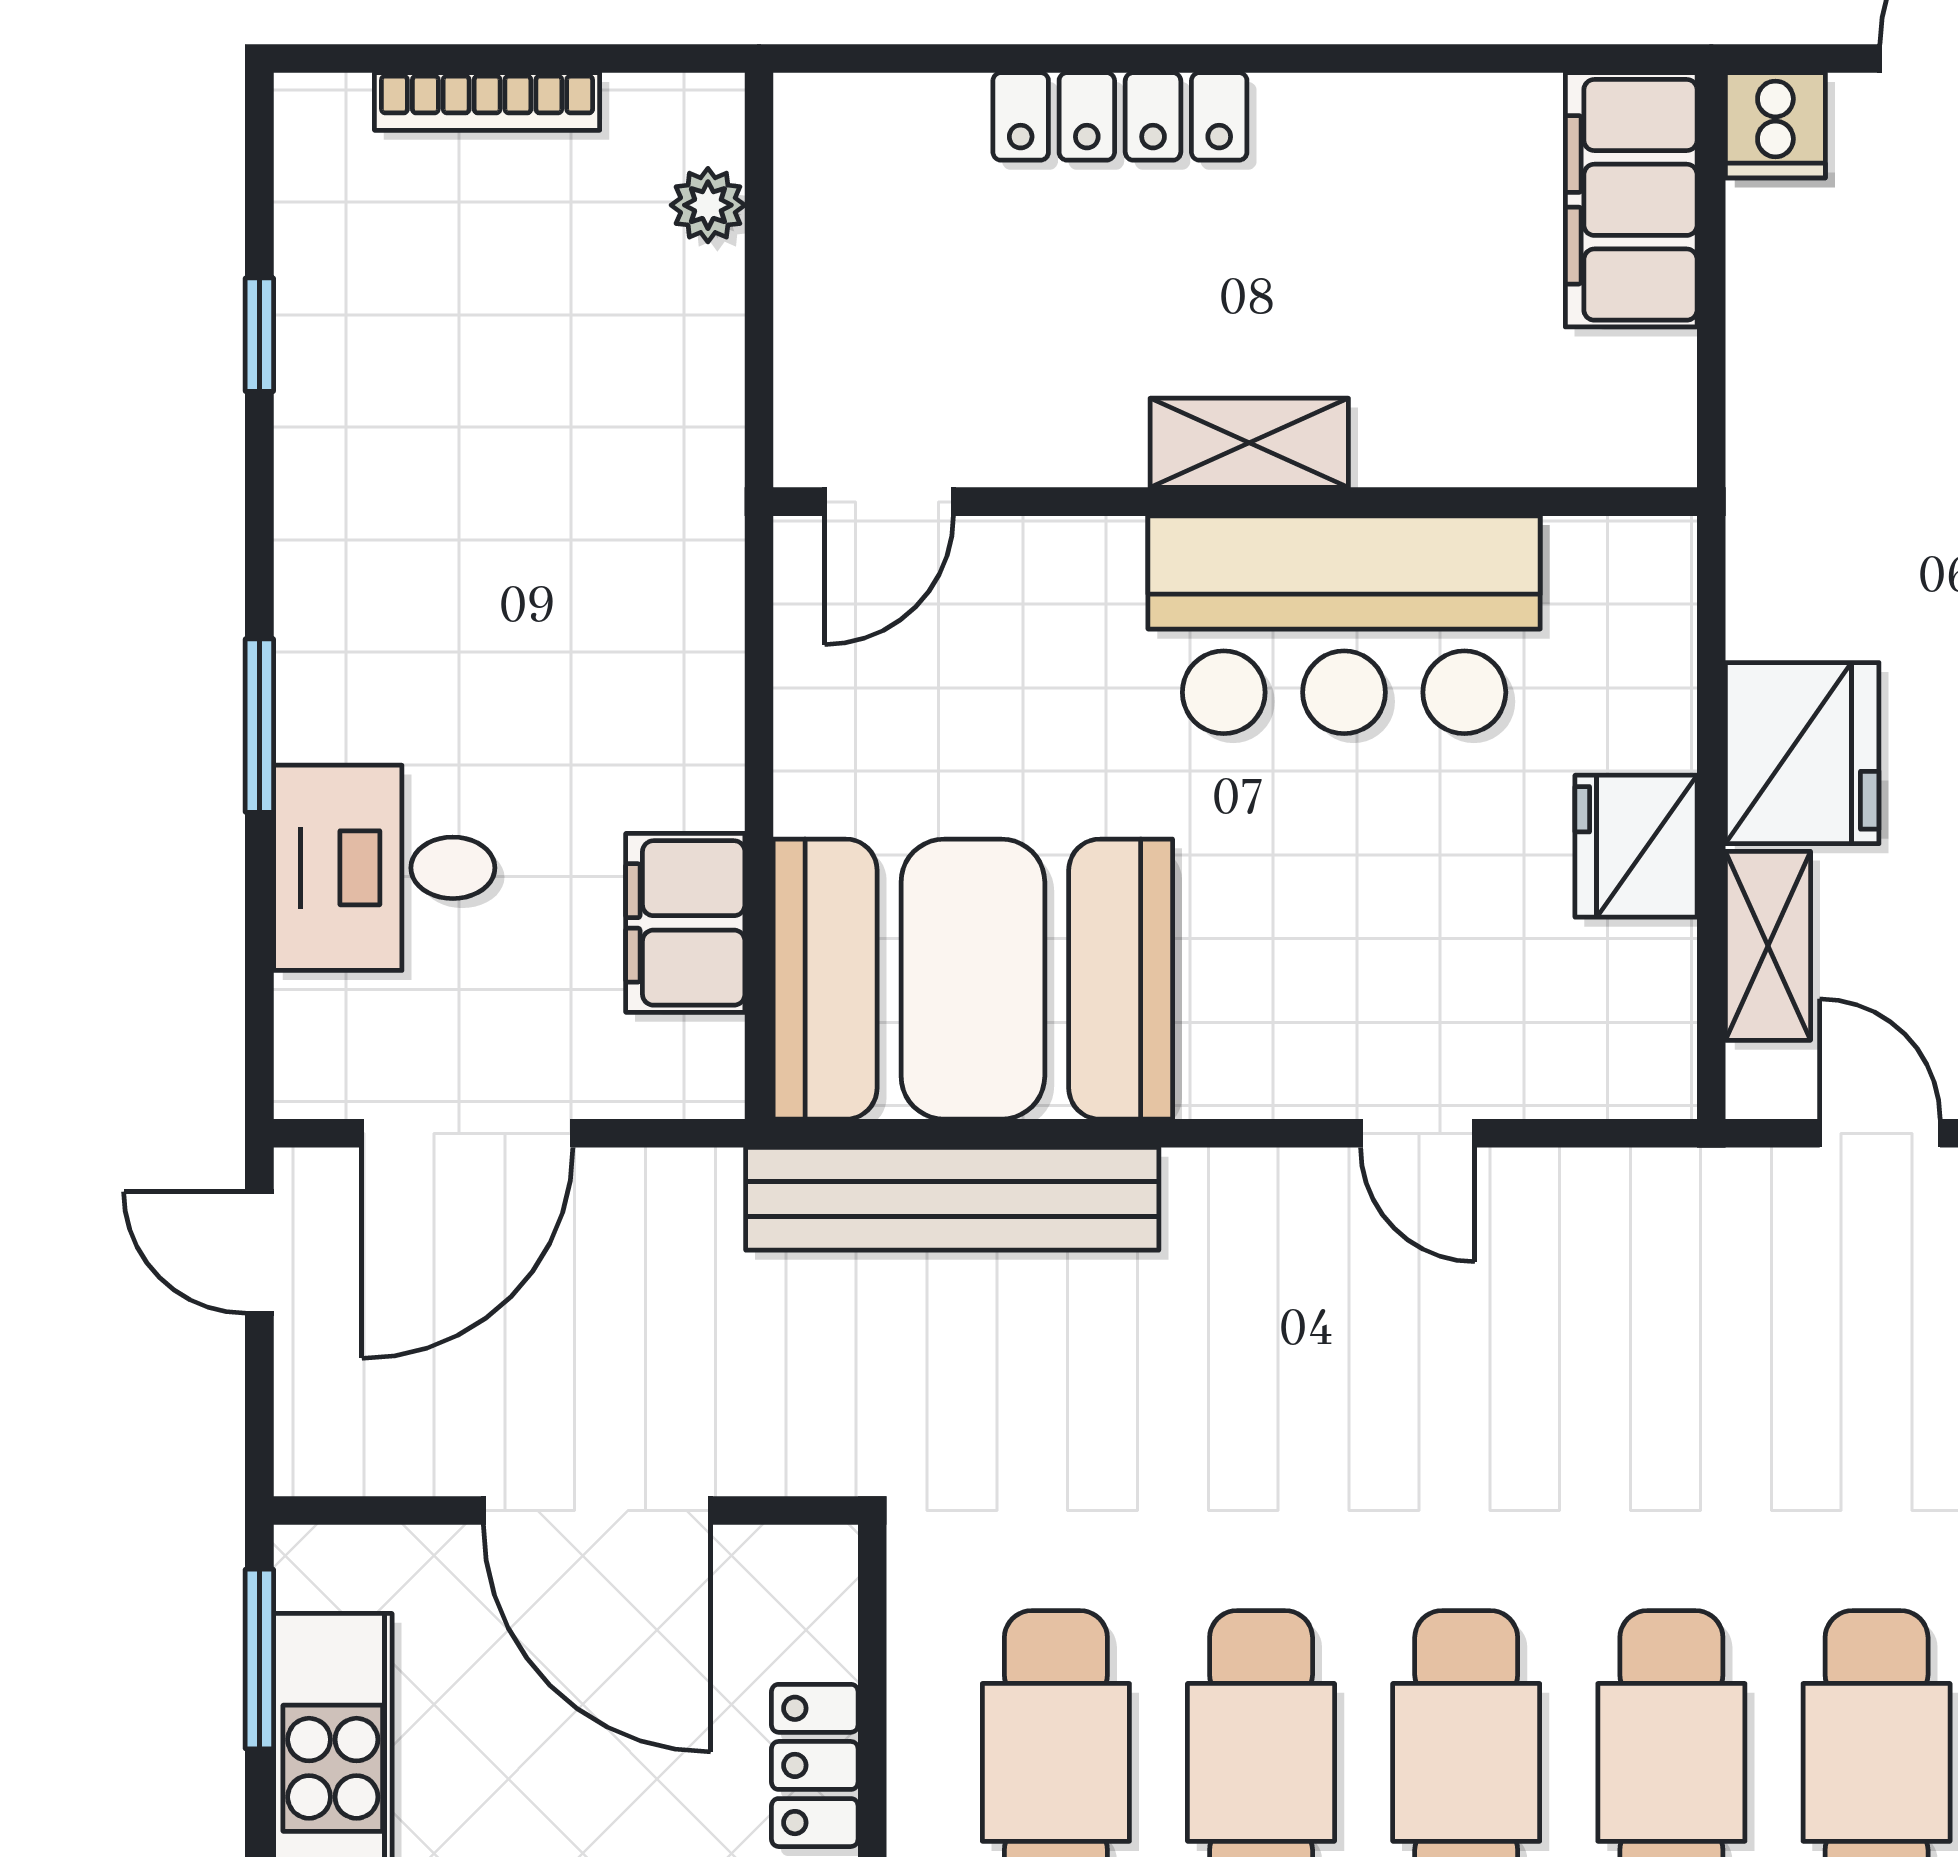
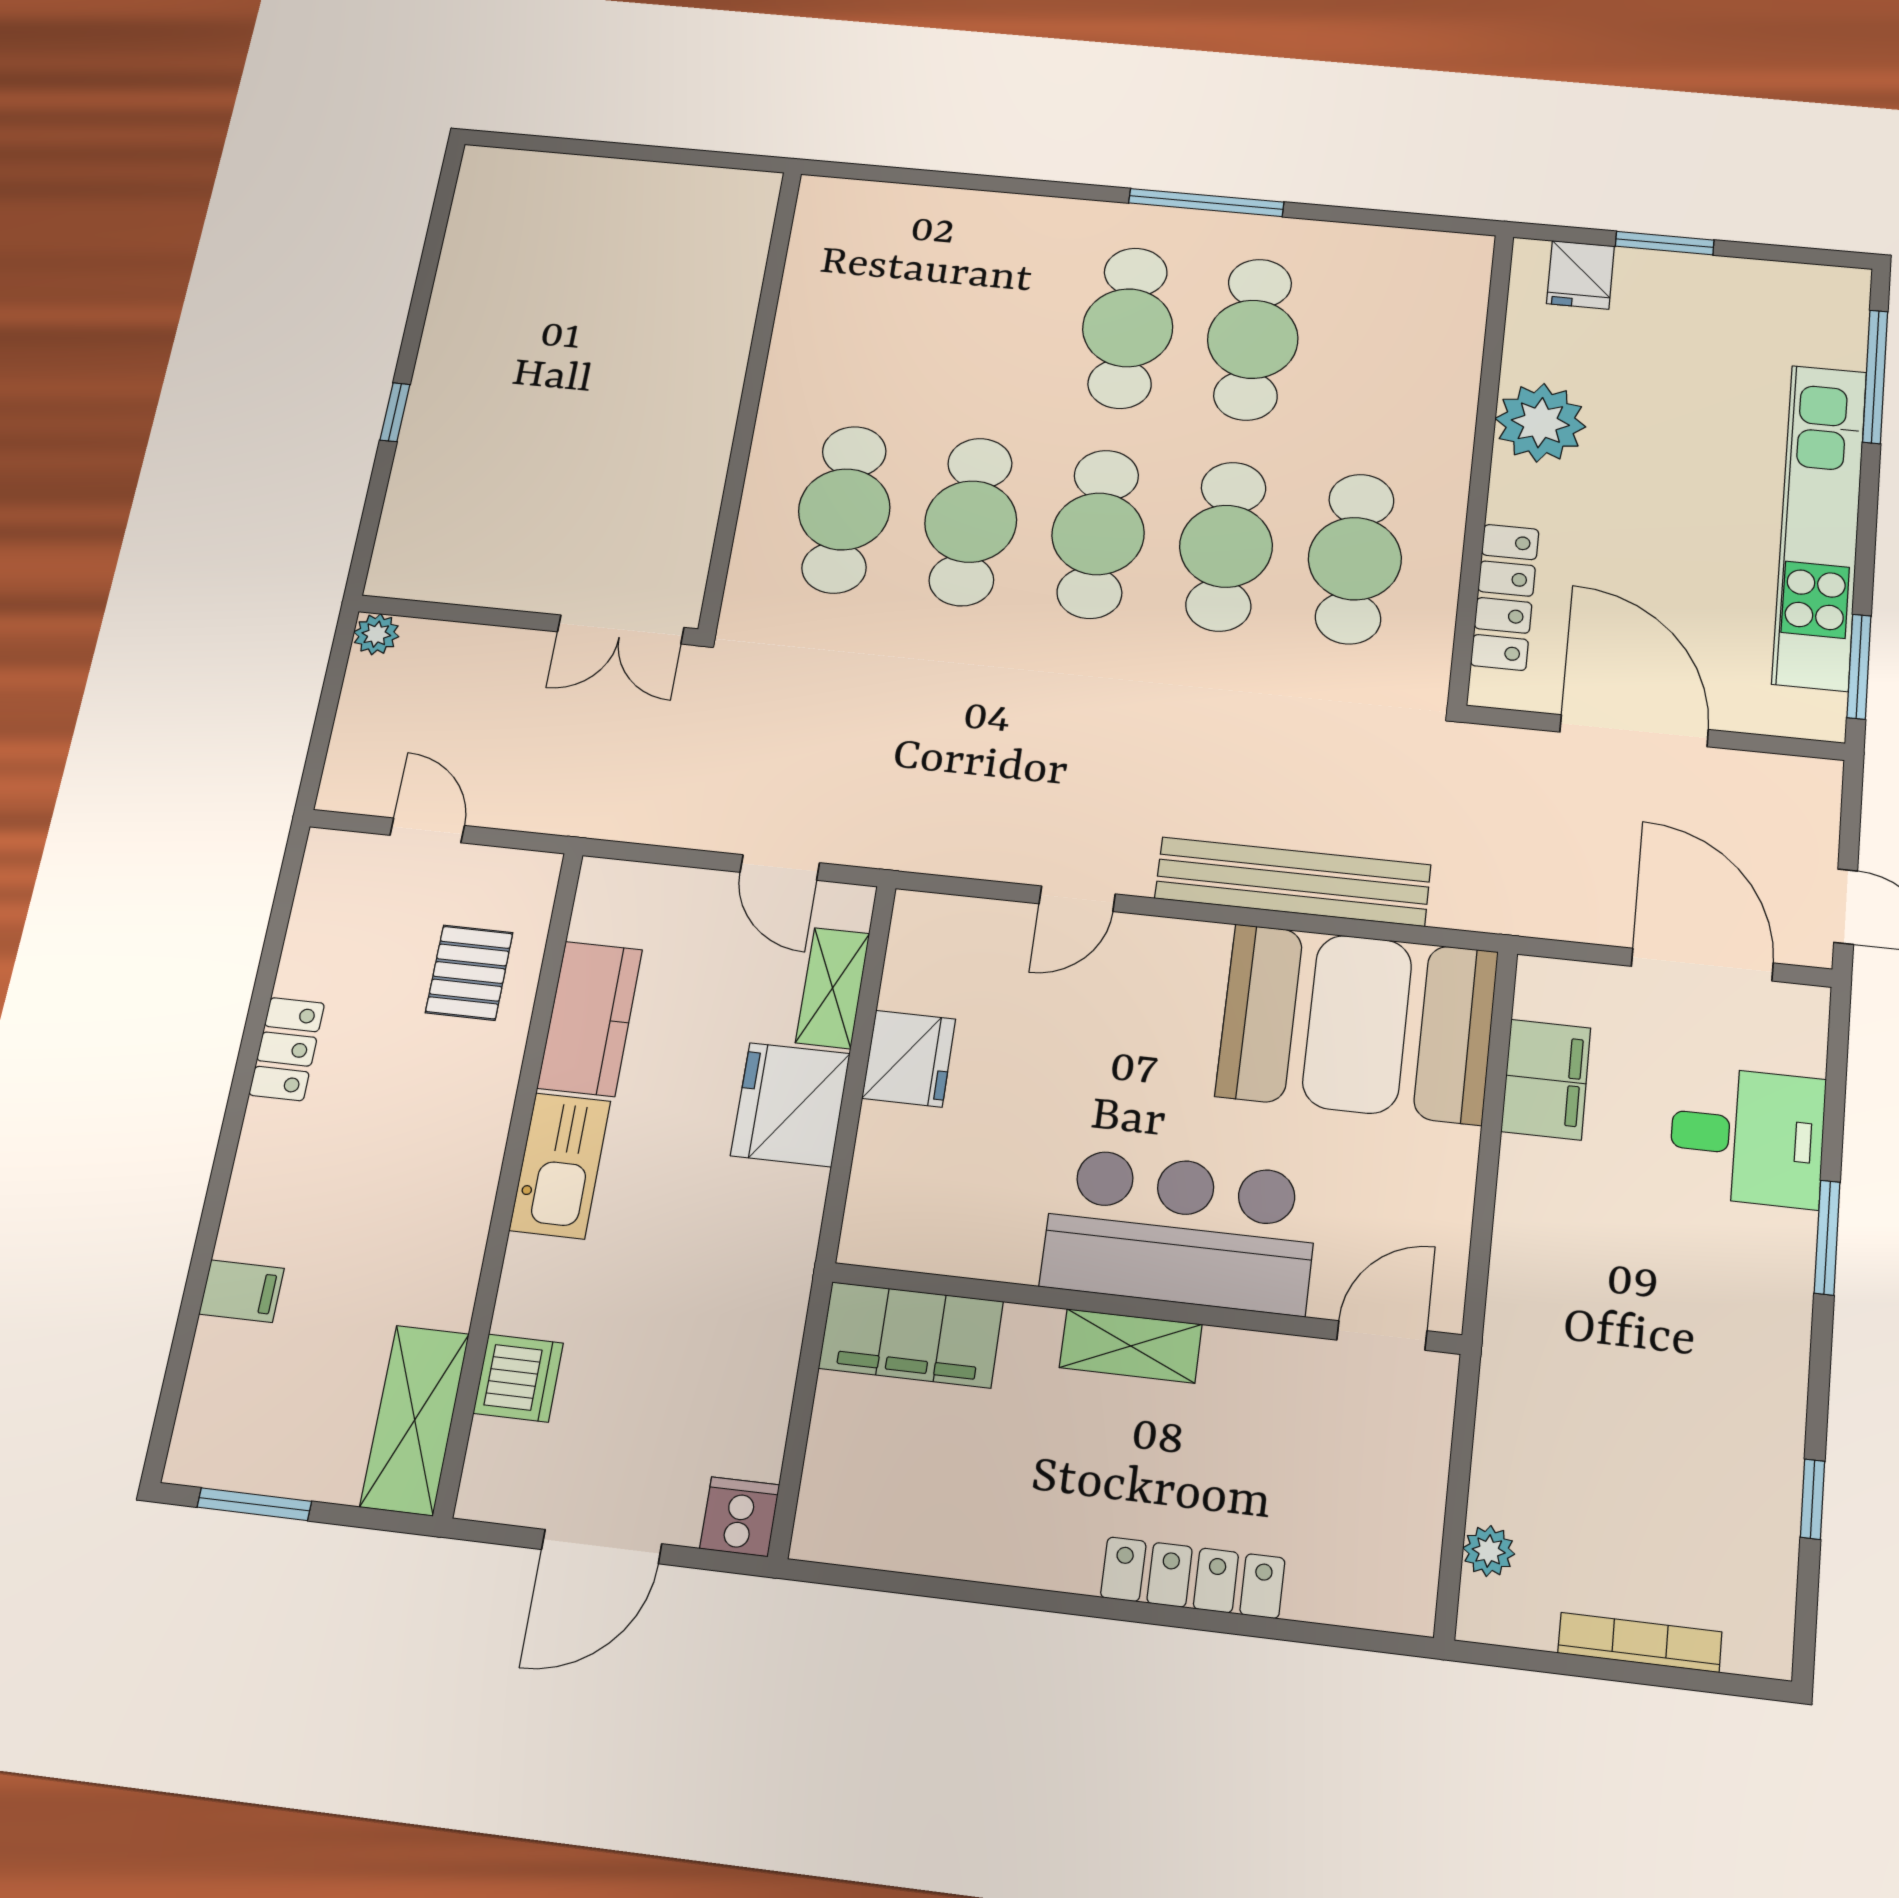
filing cabinet: (1631, 200) -> (911, 1335), moved, turned 90
bar counter: (1344, 625) -> (1180, 1231), moved
door: (467, 1133) -> (1702, 965), hinge flipped
door: (1418, 1133) -> (1077, 899), swing flipped
bench: (952, 1199) -> (1293, 882), moved
locker: (815, 1765) -> (1505, 597), width x1.53

